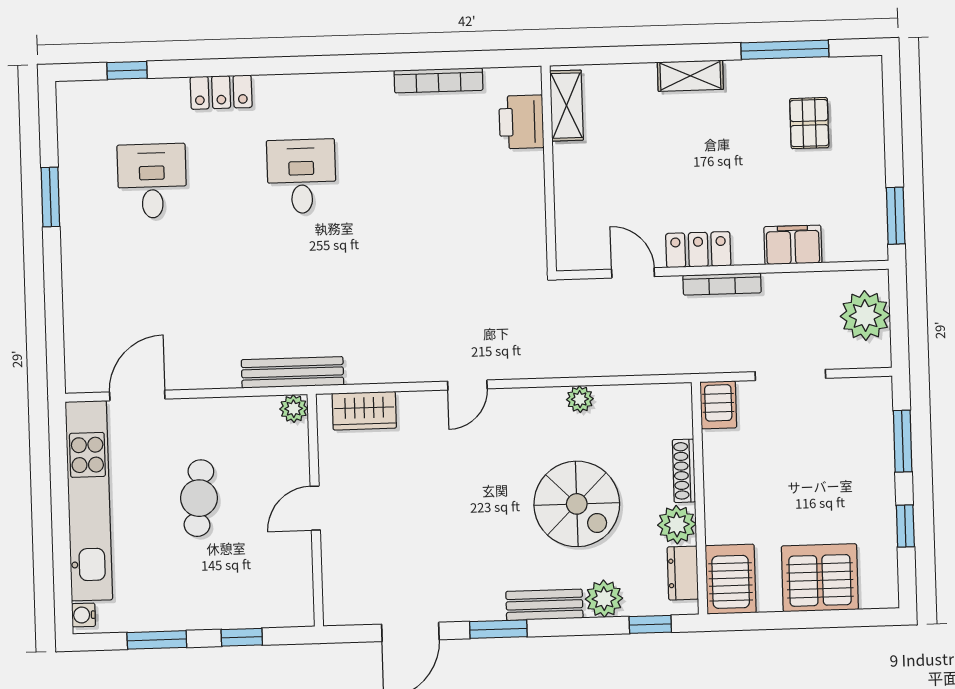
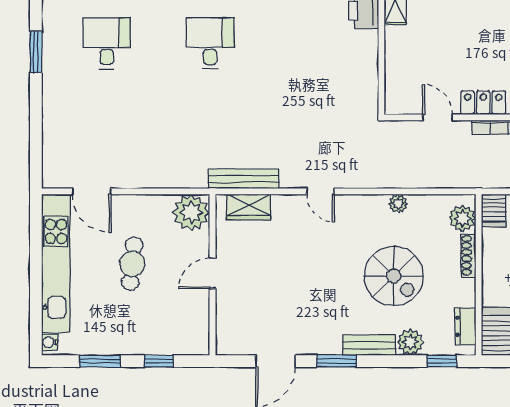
bench: (292, 372) -> (244, 179), moved
door: (467, 385) -> (320, 191), hinge flipped
door: (137, 395) -> (92, 191), swing flipped
plant: (294, 409) -> (191, 212), width x1.88, depth x1.88
plant: (677, 525) -> (462, 218), moved

